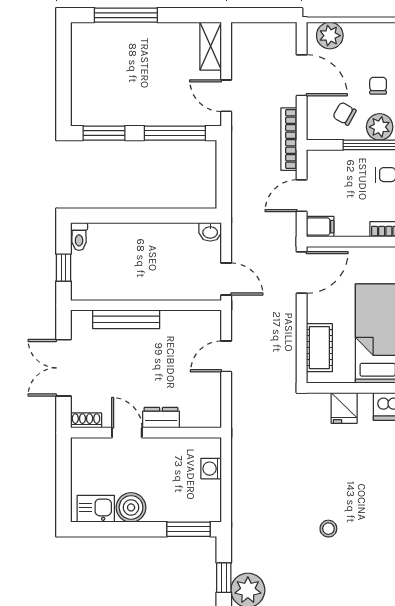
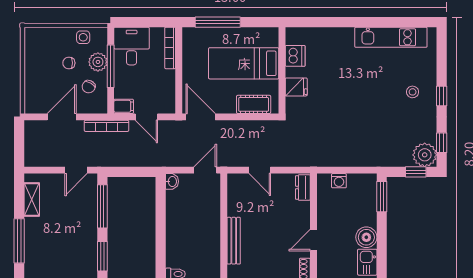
plant: (330, 36) -> (33, 97), removed
shelving: (211, 46) -> (32, 200), moved, turned 90
filing cabinet: (320, 227) -> (124, 106), moved, turned 90
dresser: (161, 418) -> (303, 187), moved
stool: (328, 529) -> (413, 92), moved

